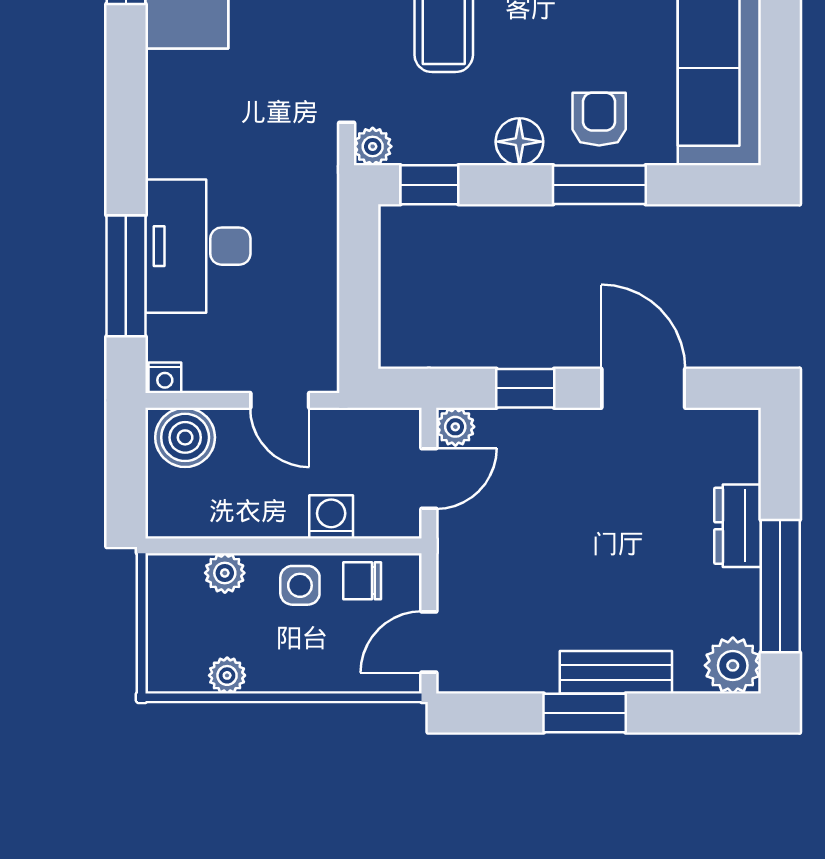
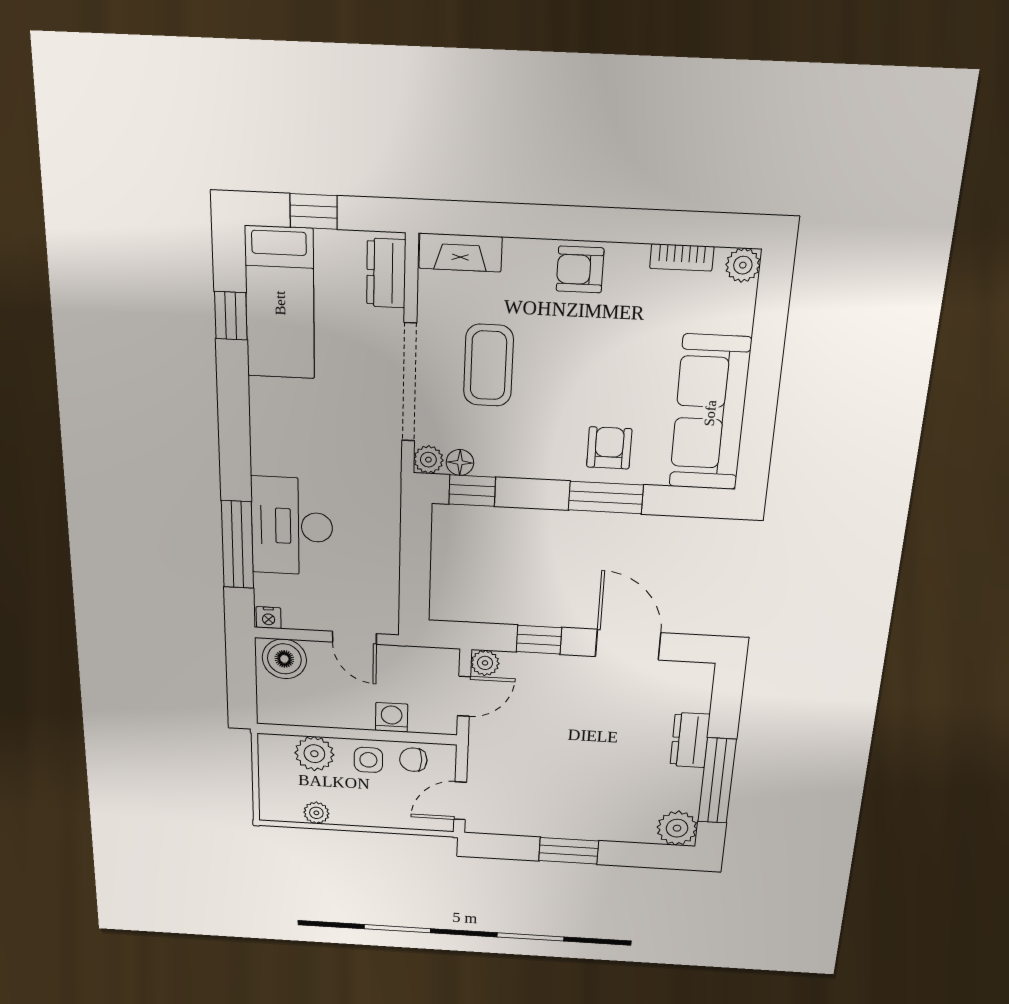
floor lamp: (519, 142) -> (460, 462), moved, width x0.73, depth x0.73
plant: (225, 573) -> (314, 754), width x1.38, depth x1.38
bench: (616, 672) -> (593, 827), removed

